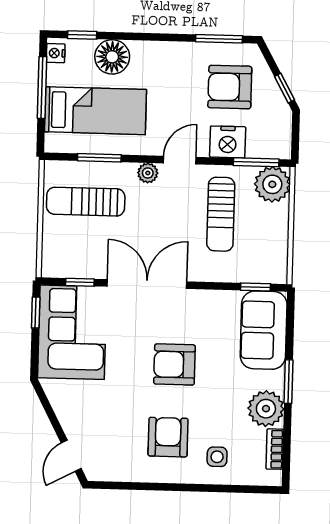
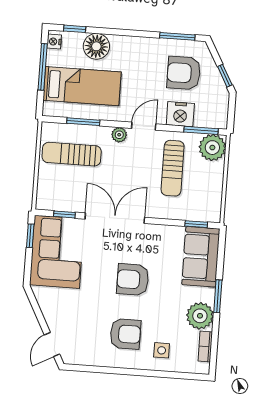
armchair: (168, 437) -> (125, 334), turned 90

